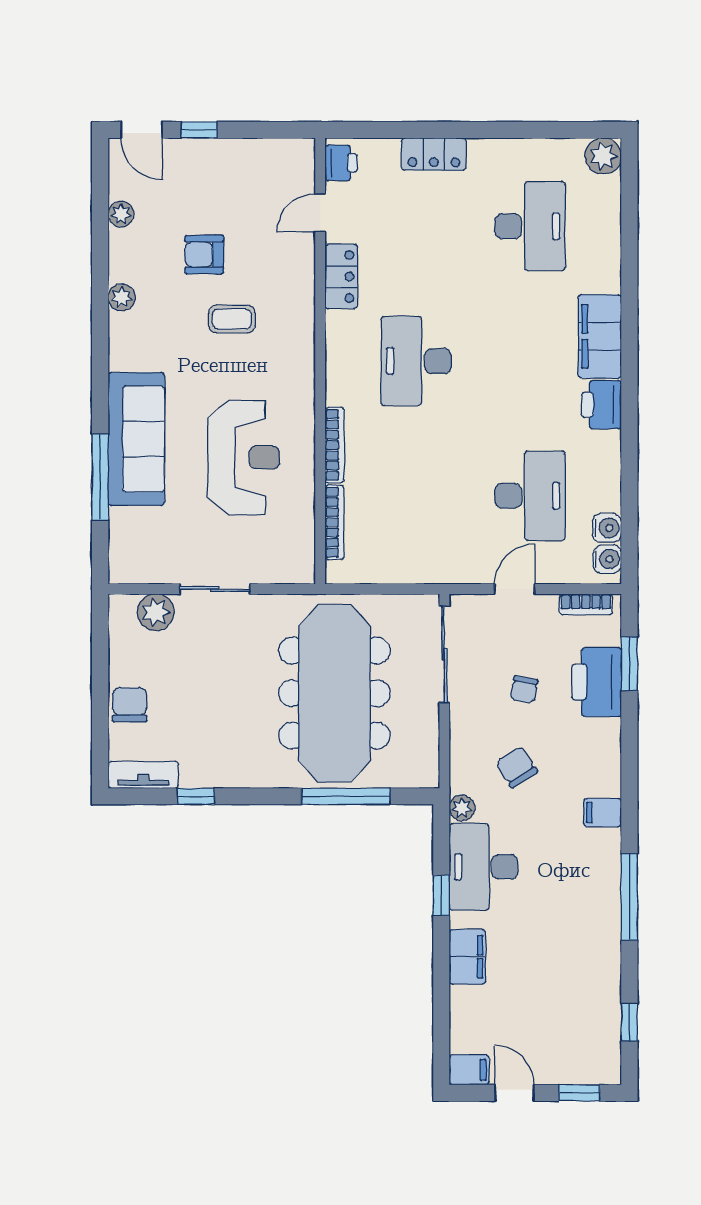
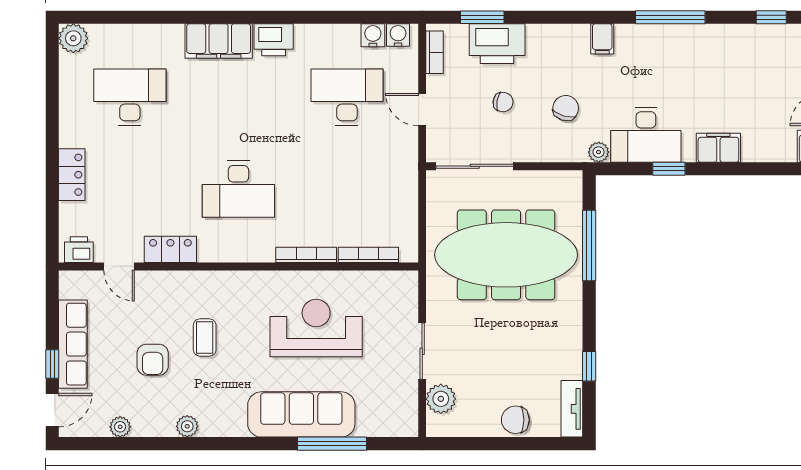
row of seats: (224, 156) -> (73, 344), added
chair: (517, 767) -> (566, 108), turned 140

